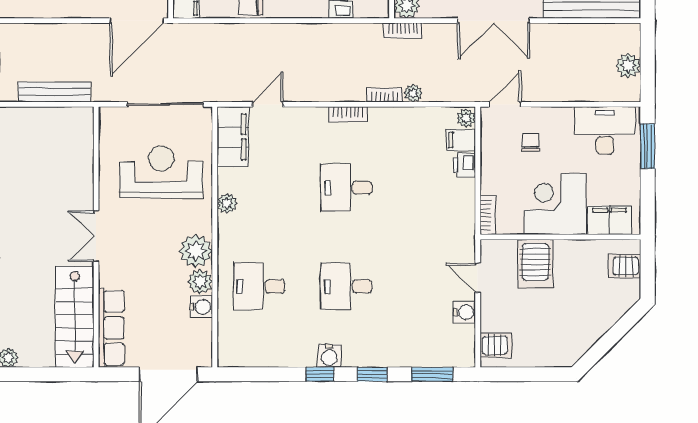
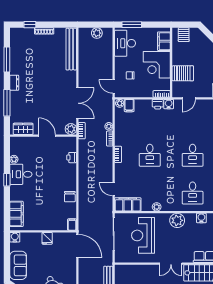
double door: (494, 21) -> (77, 103), moved
printer: (464, 165) -> (158, 104), moved
plant: (200, 282) -> (190, 218), removed
water cooler: (464, 312) -> (169, 104), moved

